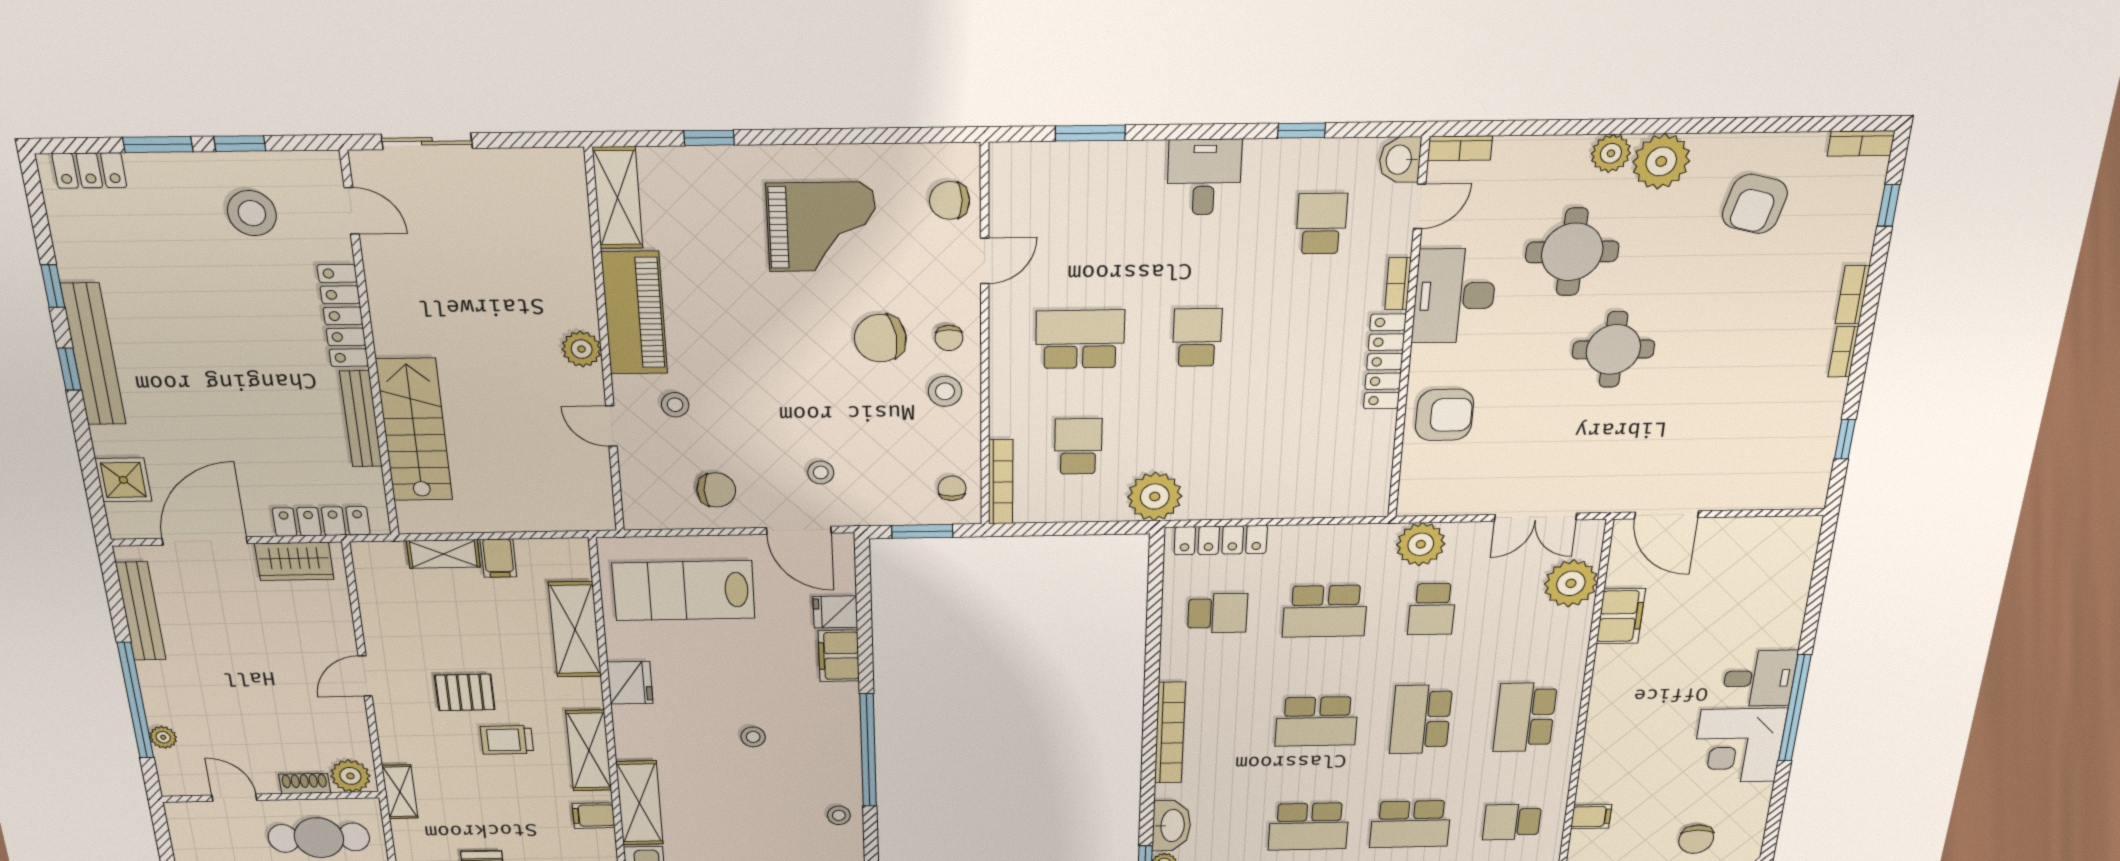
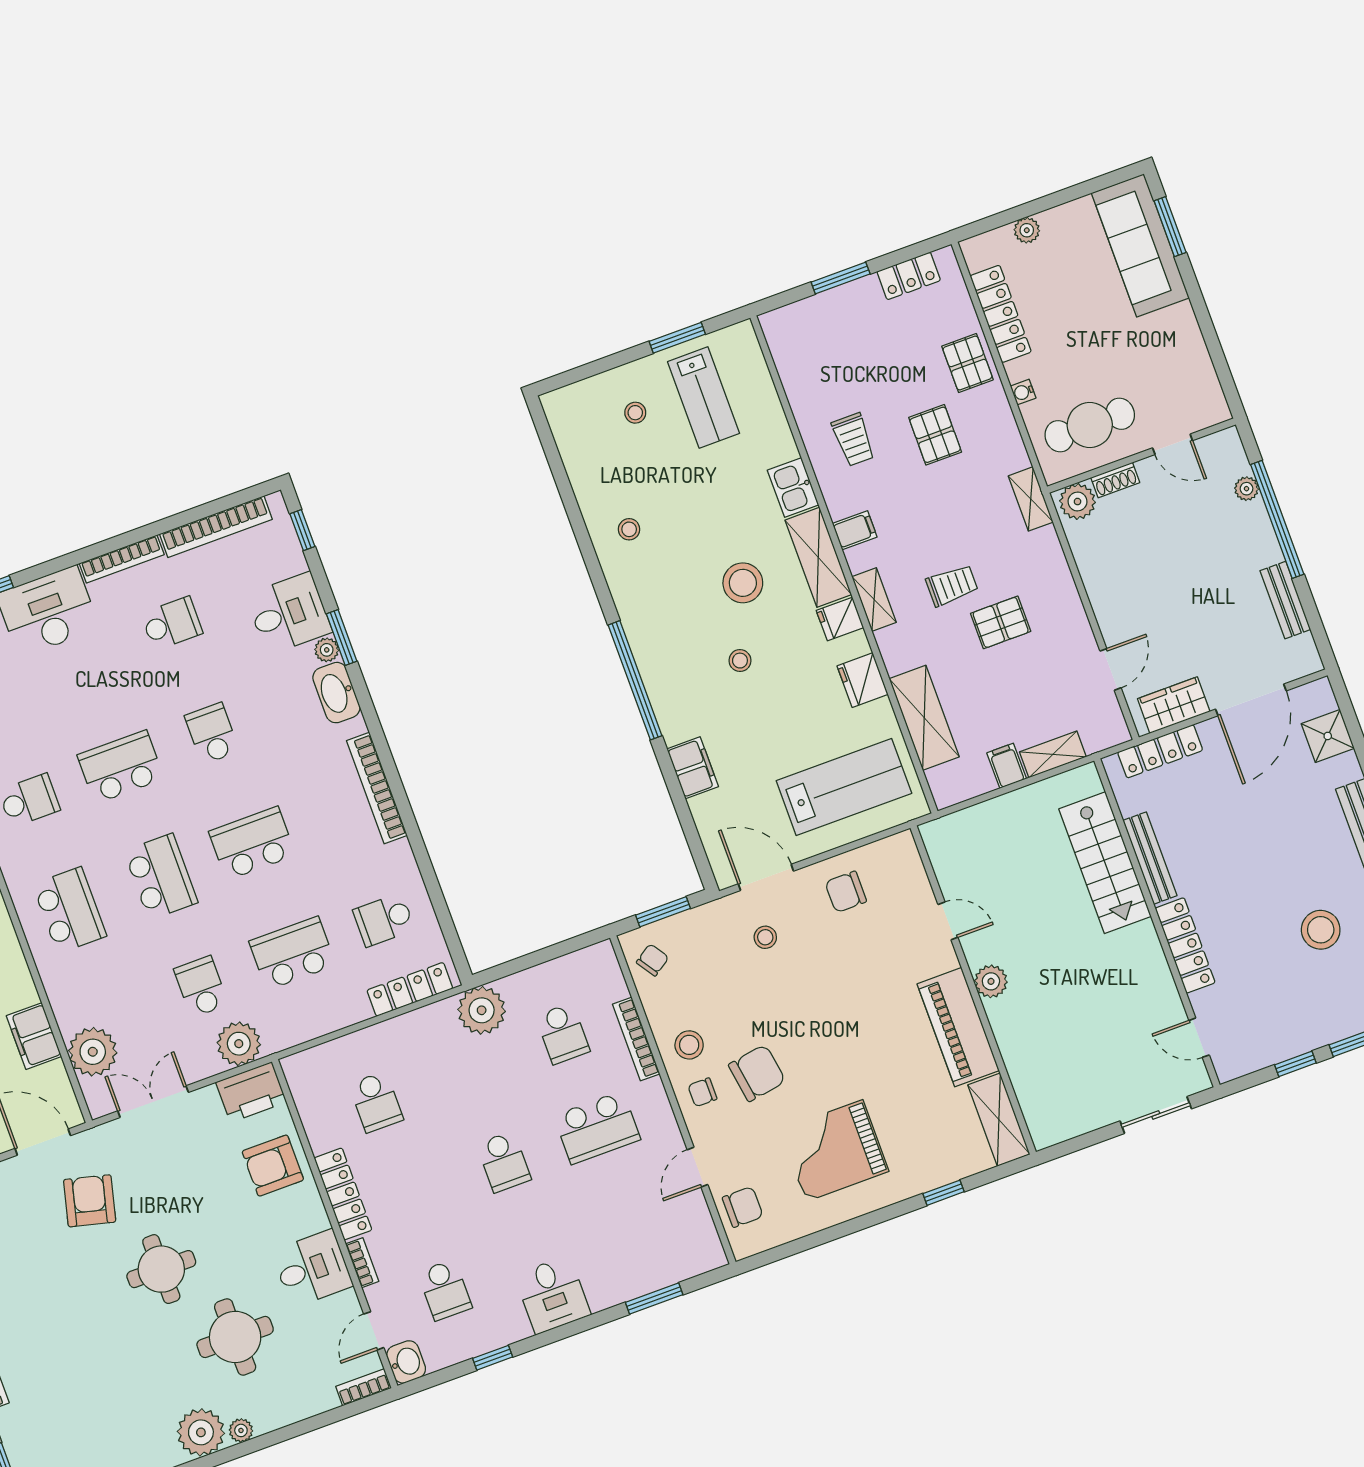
plant: (1611, 153) -> (241, 1430), width x0.73, depth x0.73
armchair: (1755, 204) -> (90, 1201), moved
stool: (252, 213) -> (1321, 930), moved
desk: (1454, 296) -> (312, 1268), width x0.73
chair: (949, 338) -> (702, 1092), turned -90
stool: (675, 405) -> (902, 958), removed
school desk: (1306, 443) -> (376, 1102), added
bookcase: (1001, 482) -> (636, 1039), moved
chair: (952, 488) -> (652, 960), turned -124
printer: (1431, 494) -> (251, 1092), added
bench: (141, 611) -> (1285, 600), width x0.73
fridge: (835, 612) -> (840, 619), moved, turned 180
door: (365, 676) -> (1111, 669), moved
shelving: (589, 751) -> (874, 600), width x0.67, depth x0.75
stool: (839, 815) -> (743, 583), moved, width x1.89, depth x1.89
school desk: (1309, 826) -> (212, 733), width x0.54

